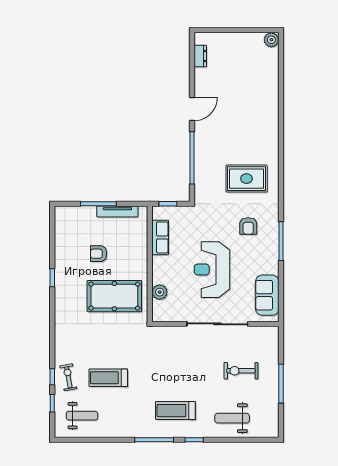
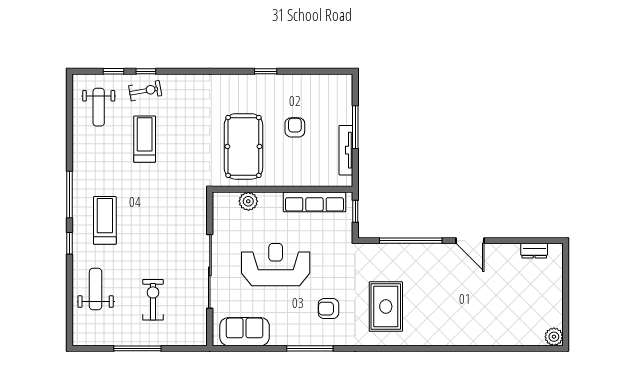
row of seats: (160, 237) -> (314, 202), width x1.48

